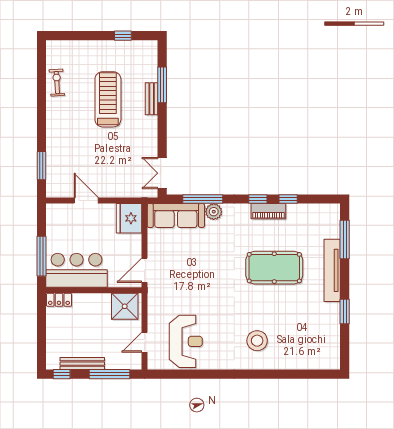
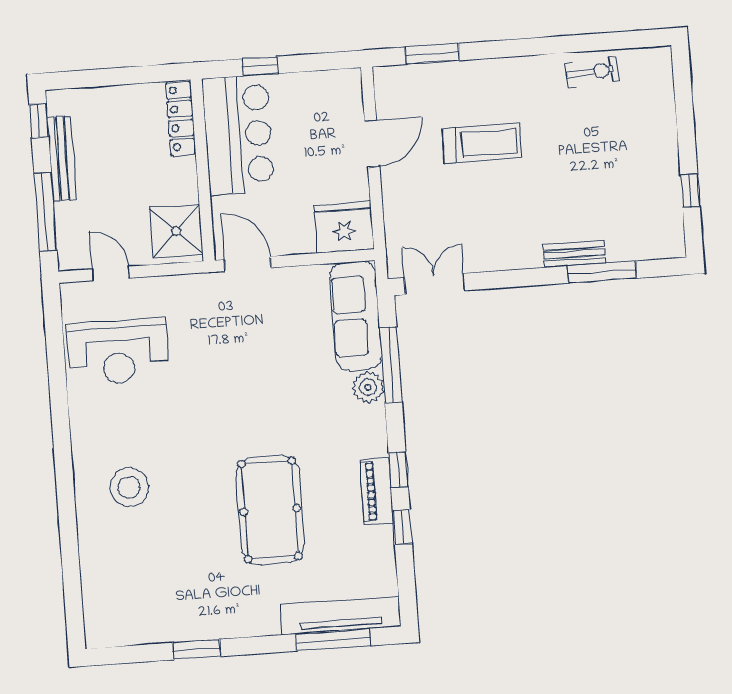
treadmill: (108, 99) -> (482, 143), moved, width x0.73, depth x0.73
window: (41, 256) -> (260, 66), width x0.46
tv unit: (332, 270) -> (341, 616), moved
locker: (59, 300) -> (181, 118), width x1.53

